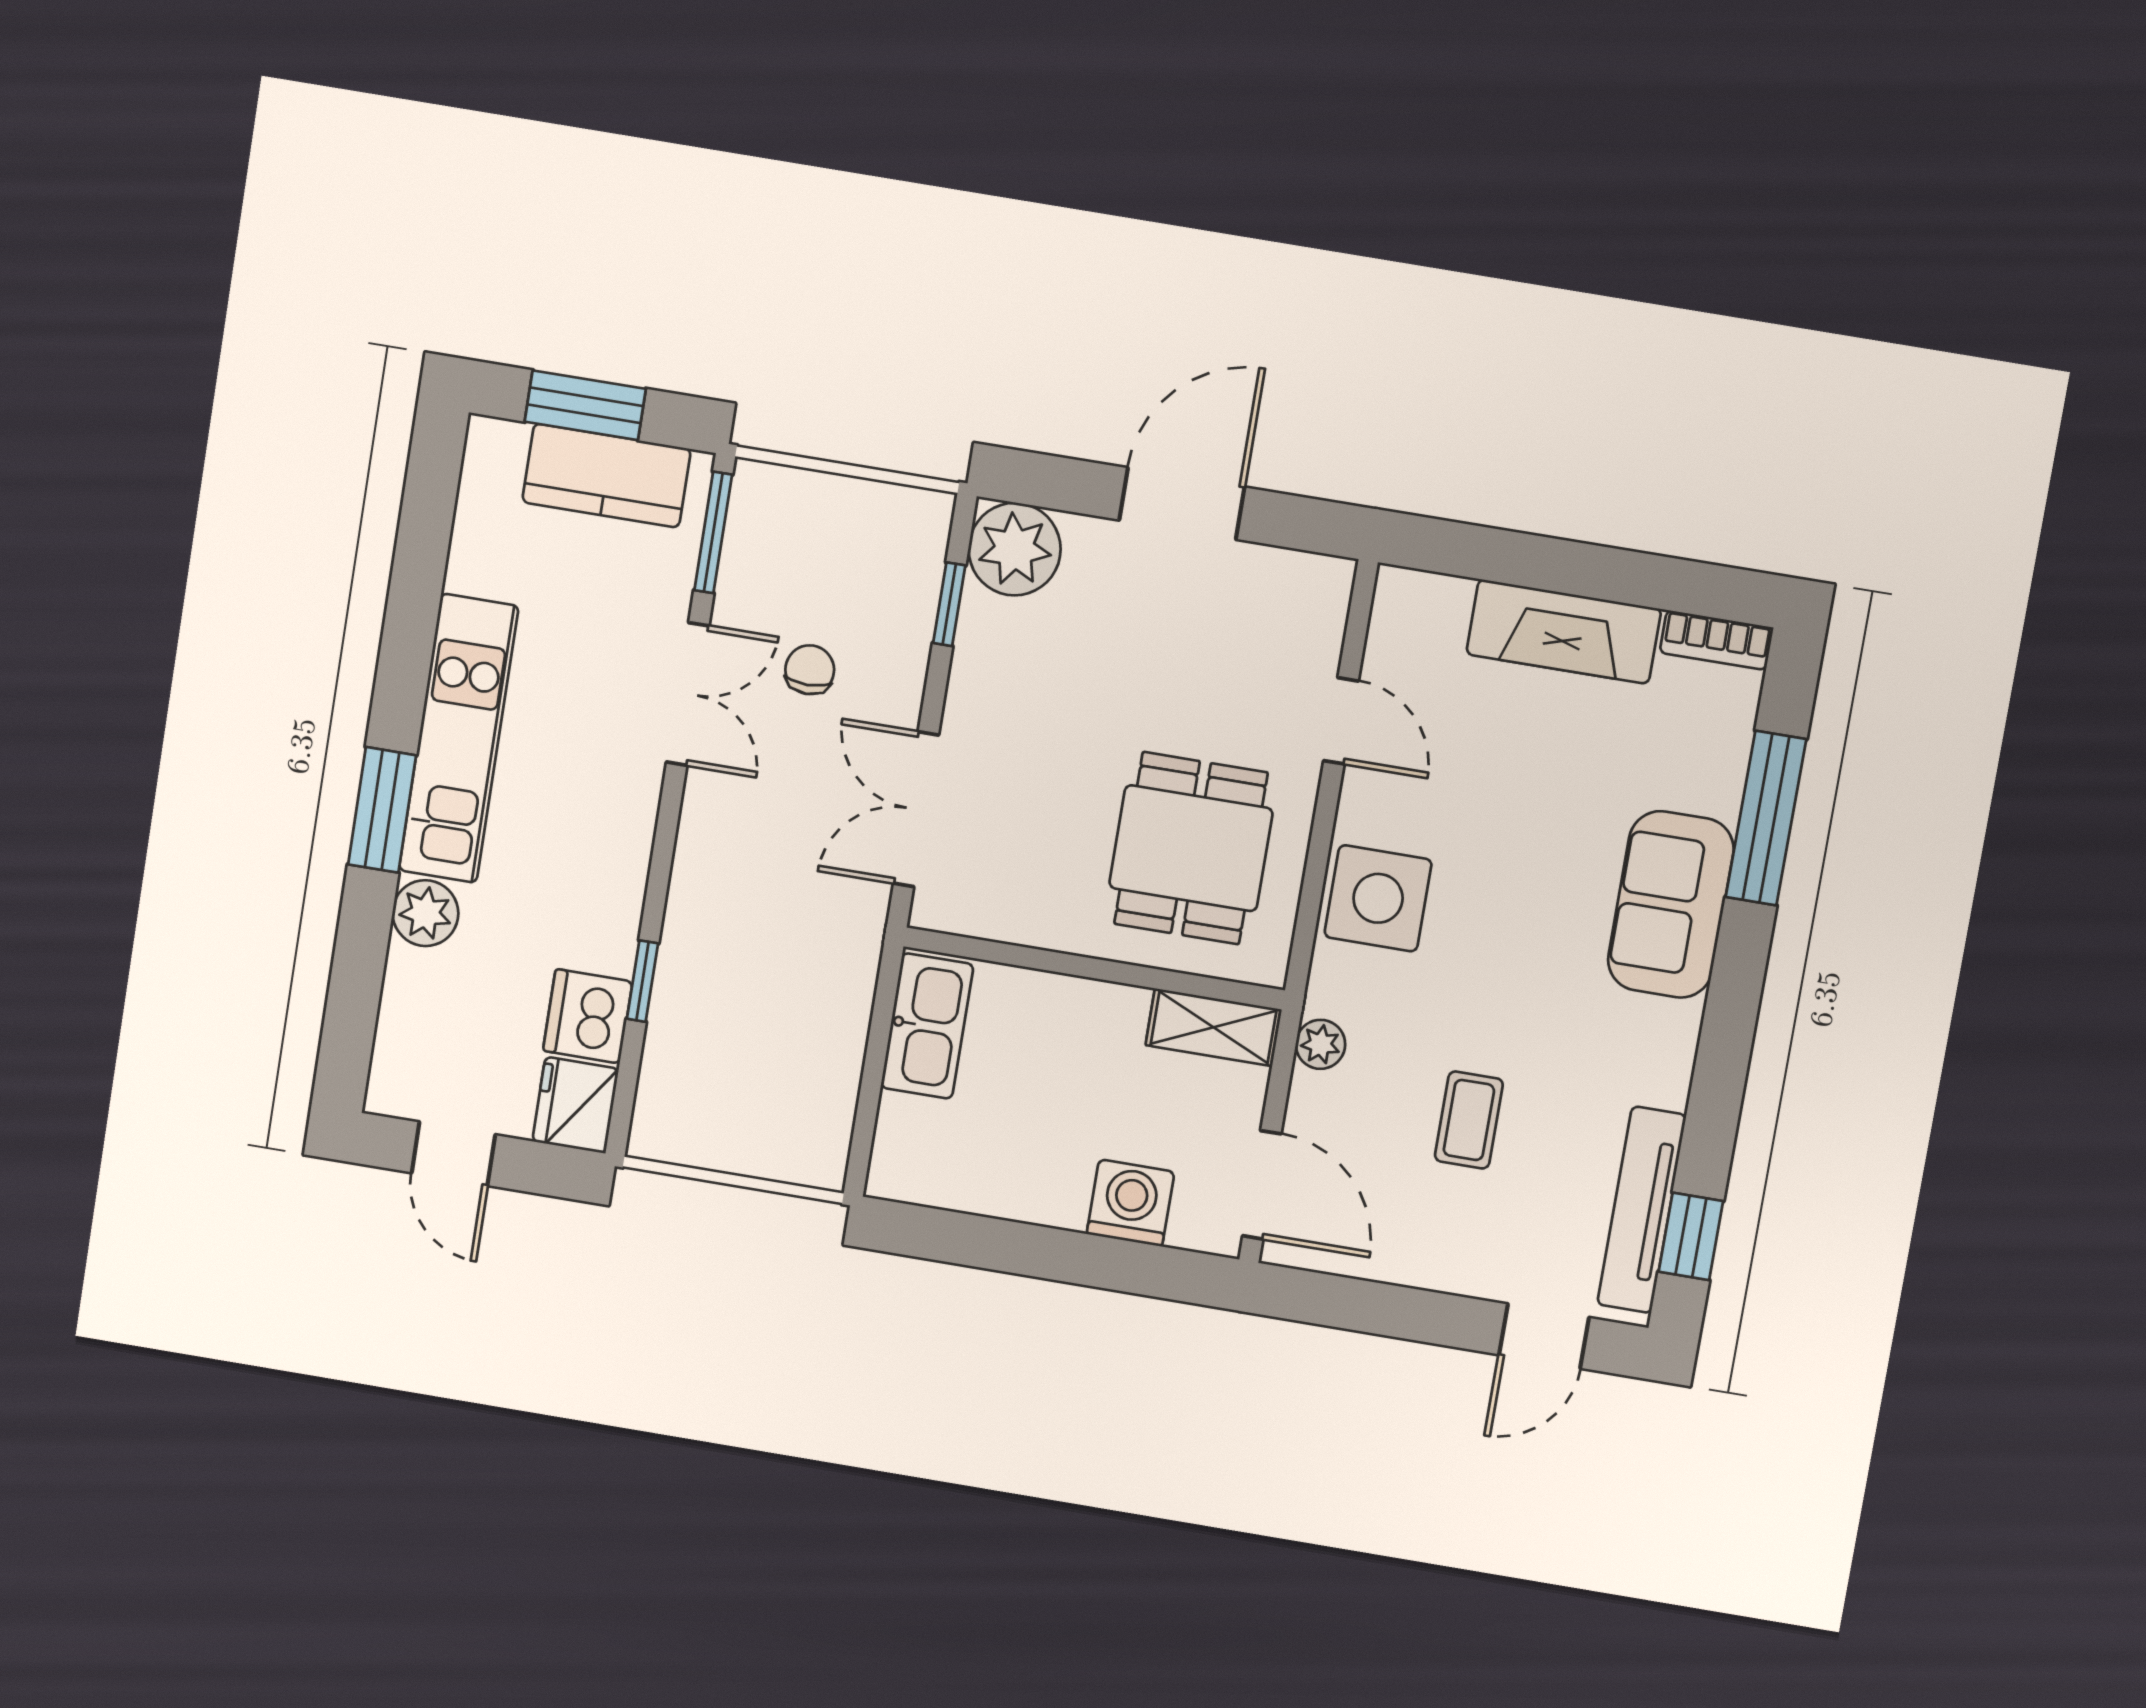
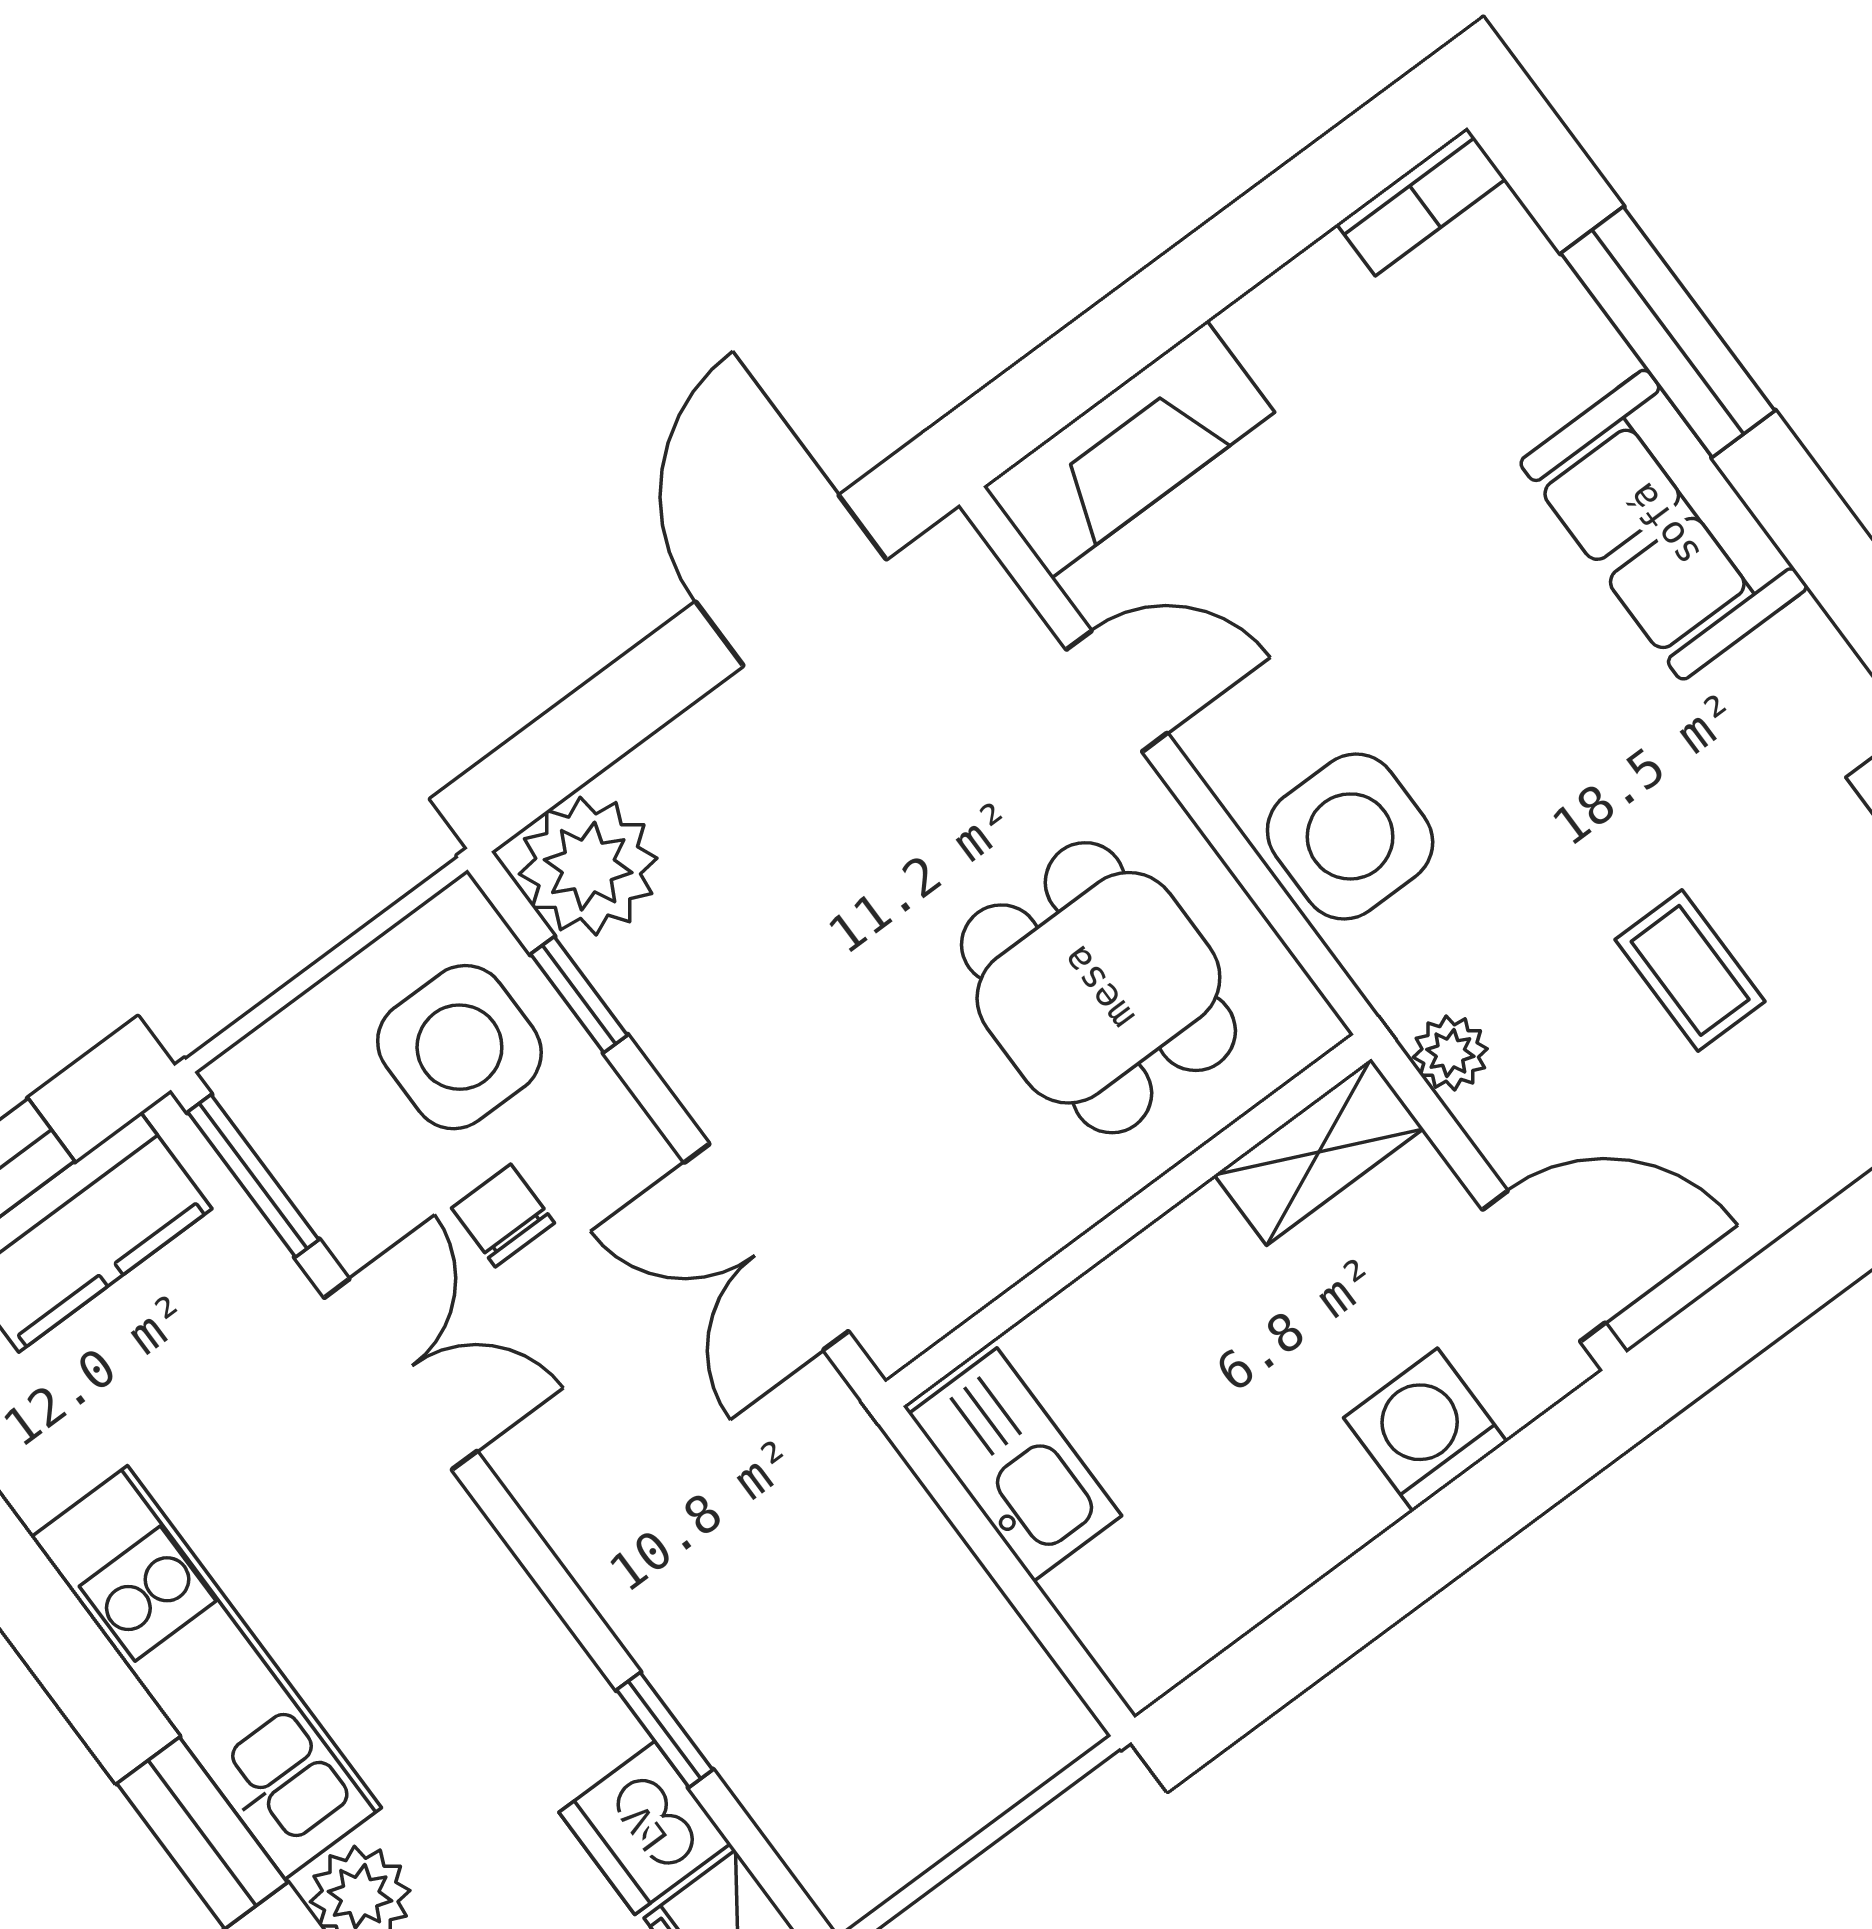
door: (1182, 504) -> (791, 580), moved
side table: (869, 571) -> (459, 1047), added
fireplace: (1564, 632) -> (1129, 449), moved

